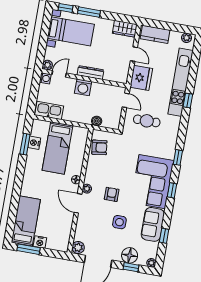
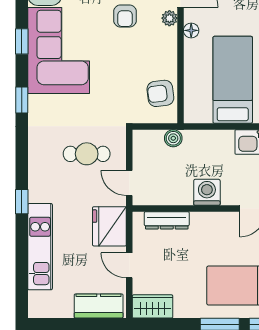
plant: (186, 38) -> (43, 310), removed
dresser: (90, 72) -> (167, 220), moved
kitchen unit: (181, 82) -> (40, 247), width x0.73

